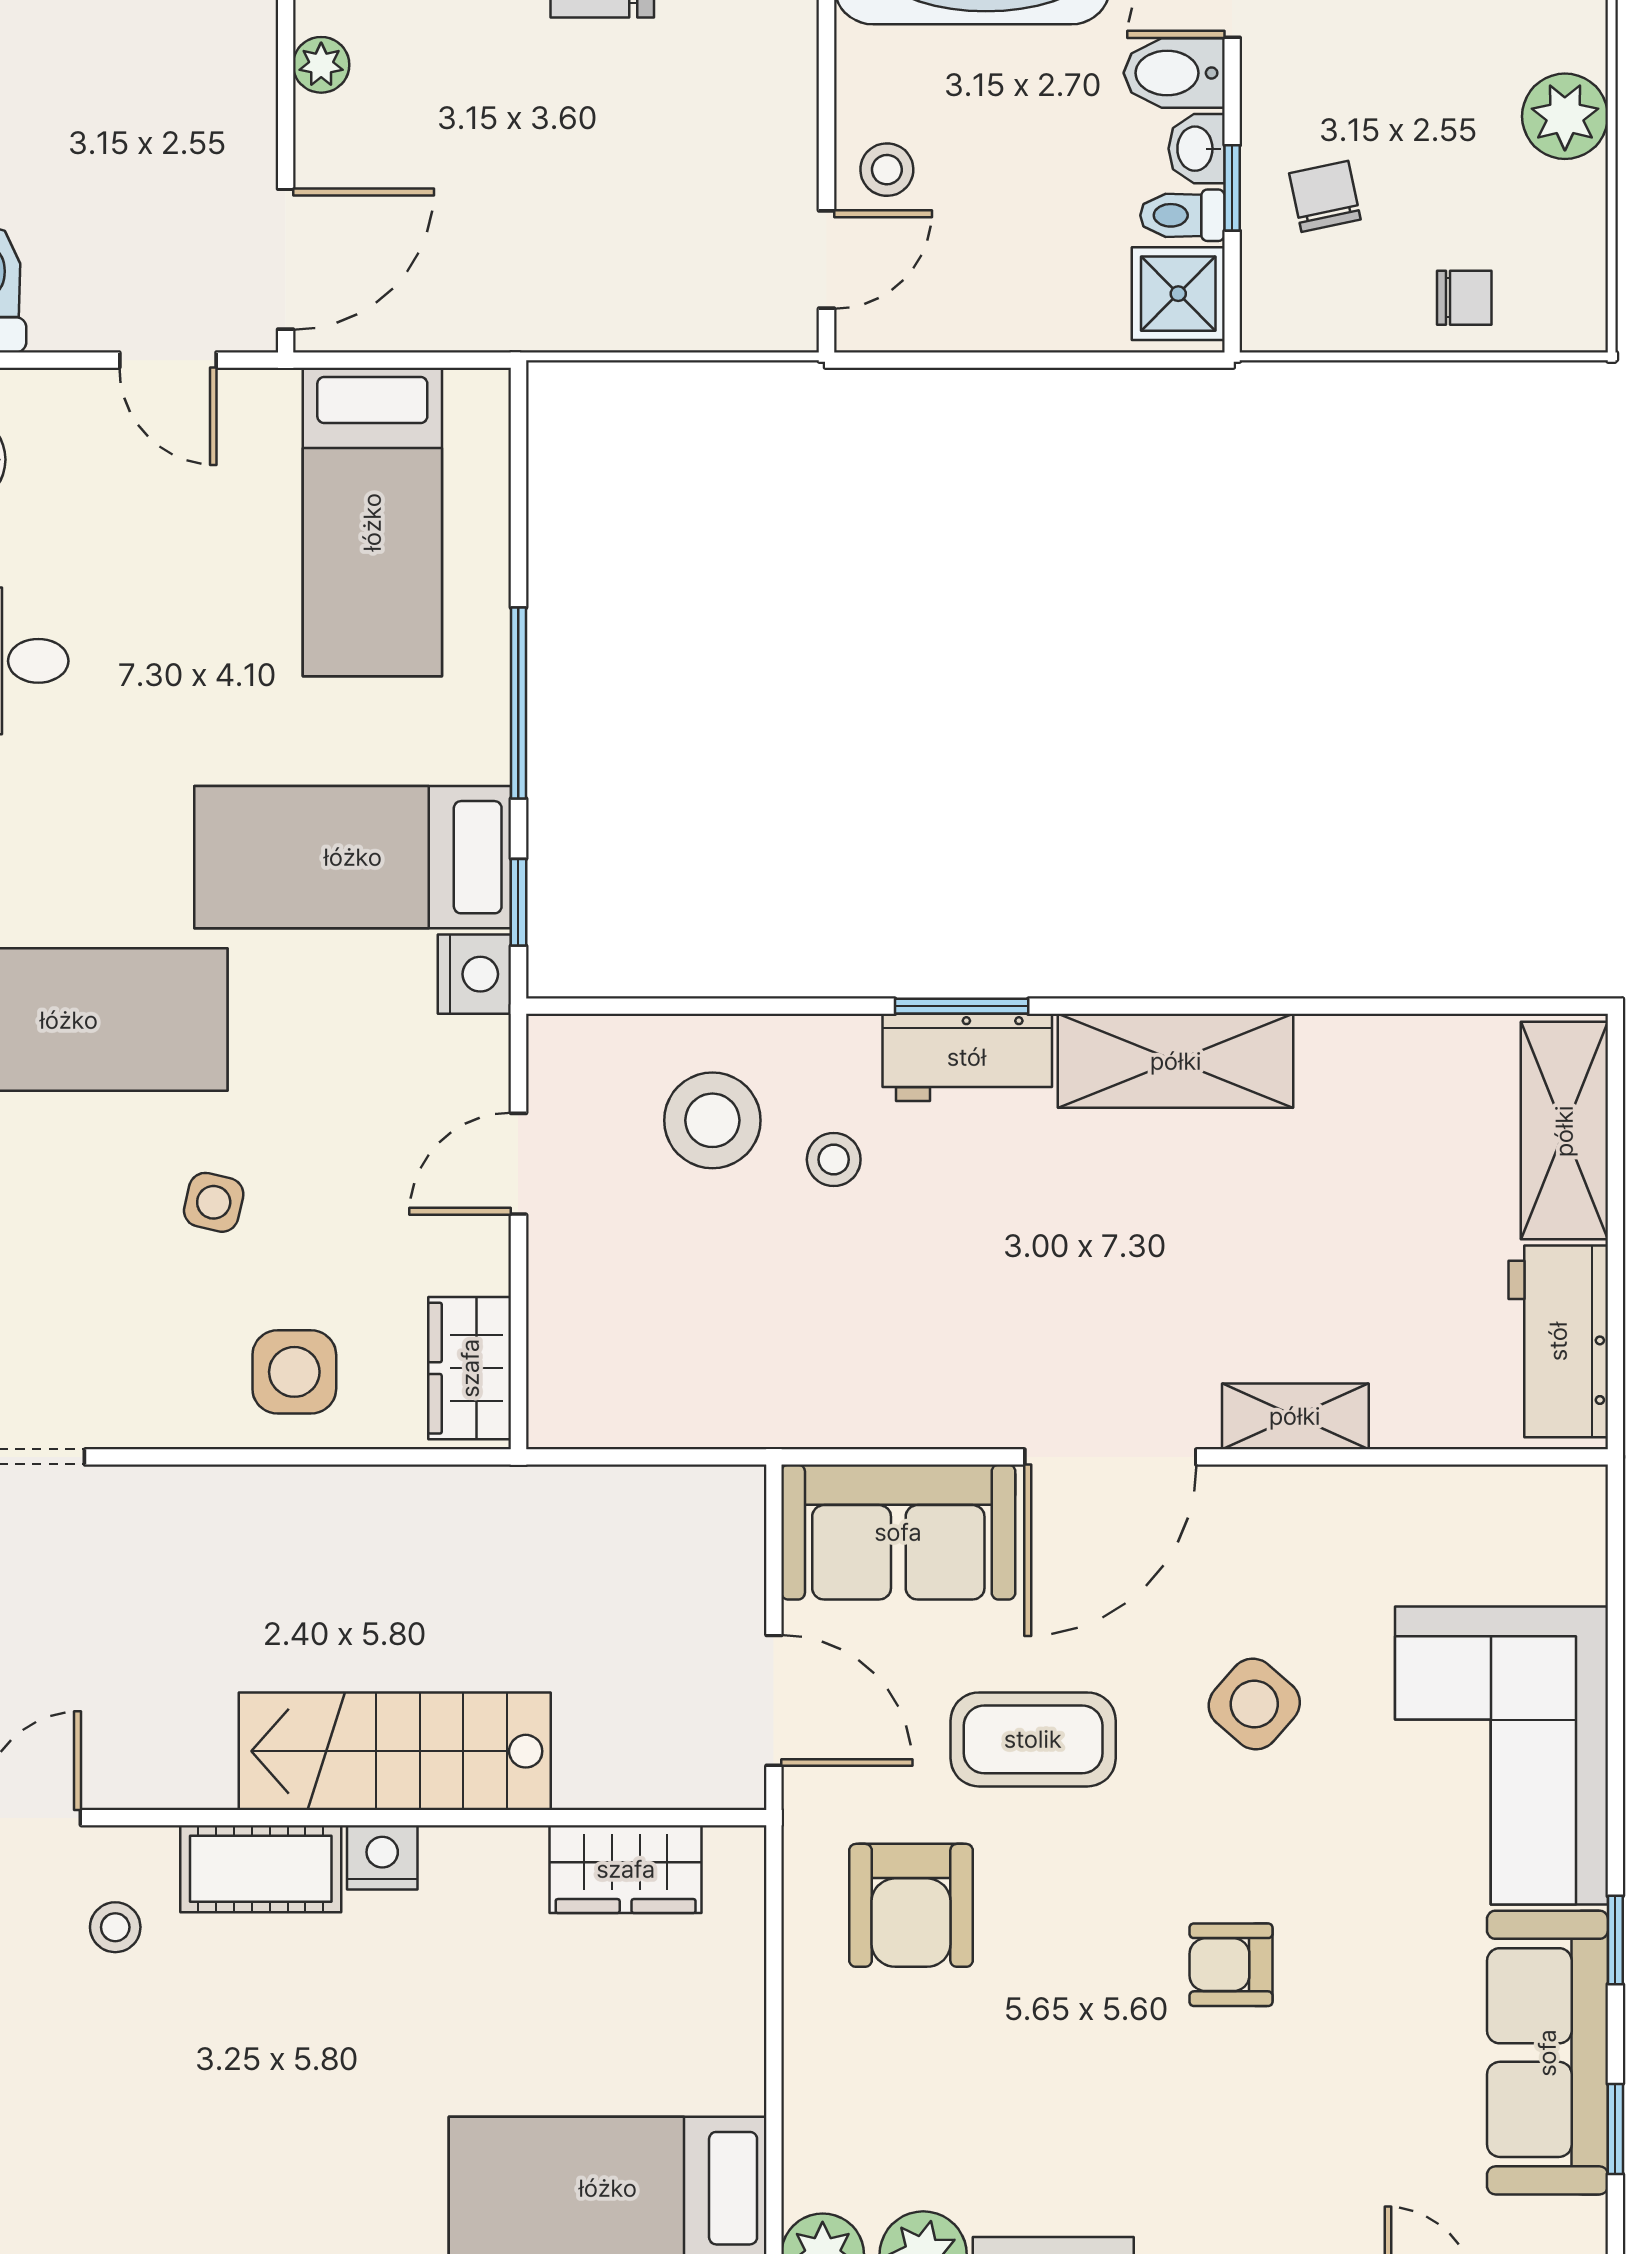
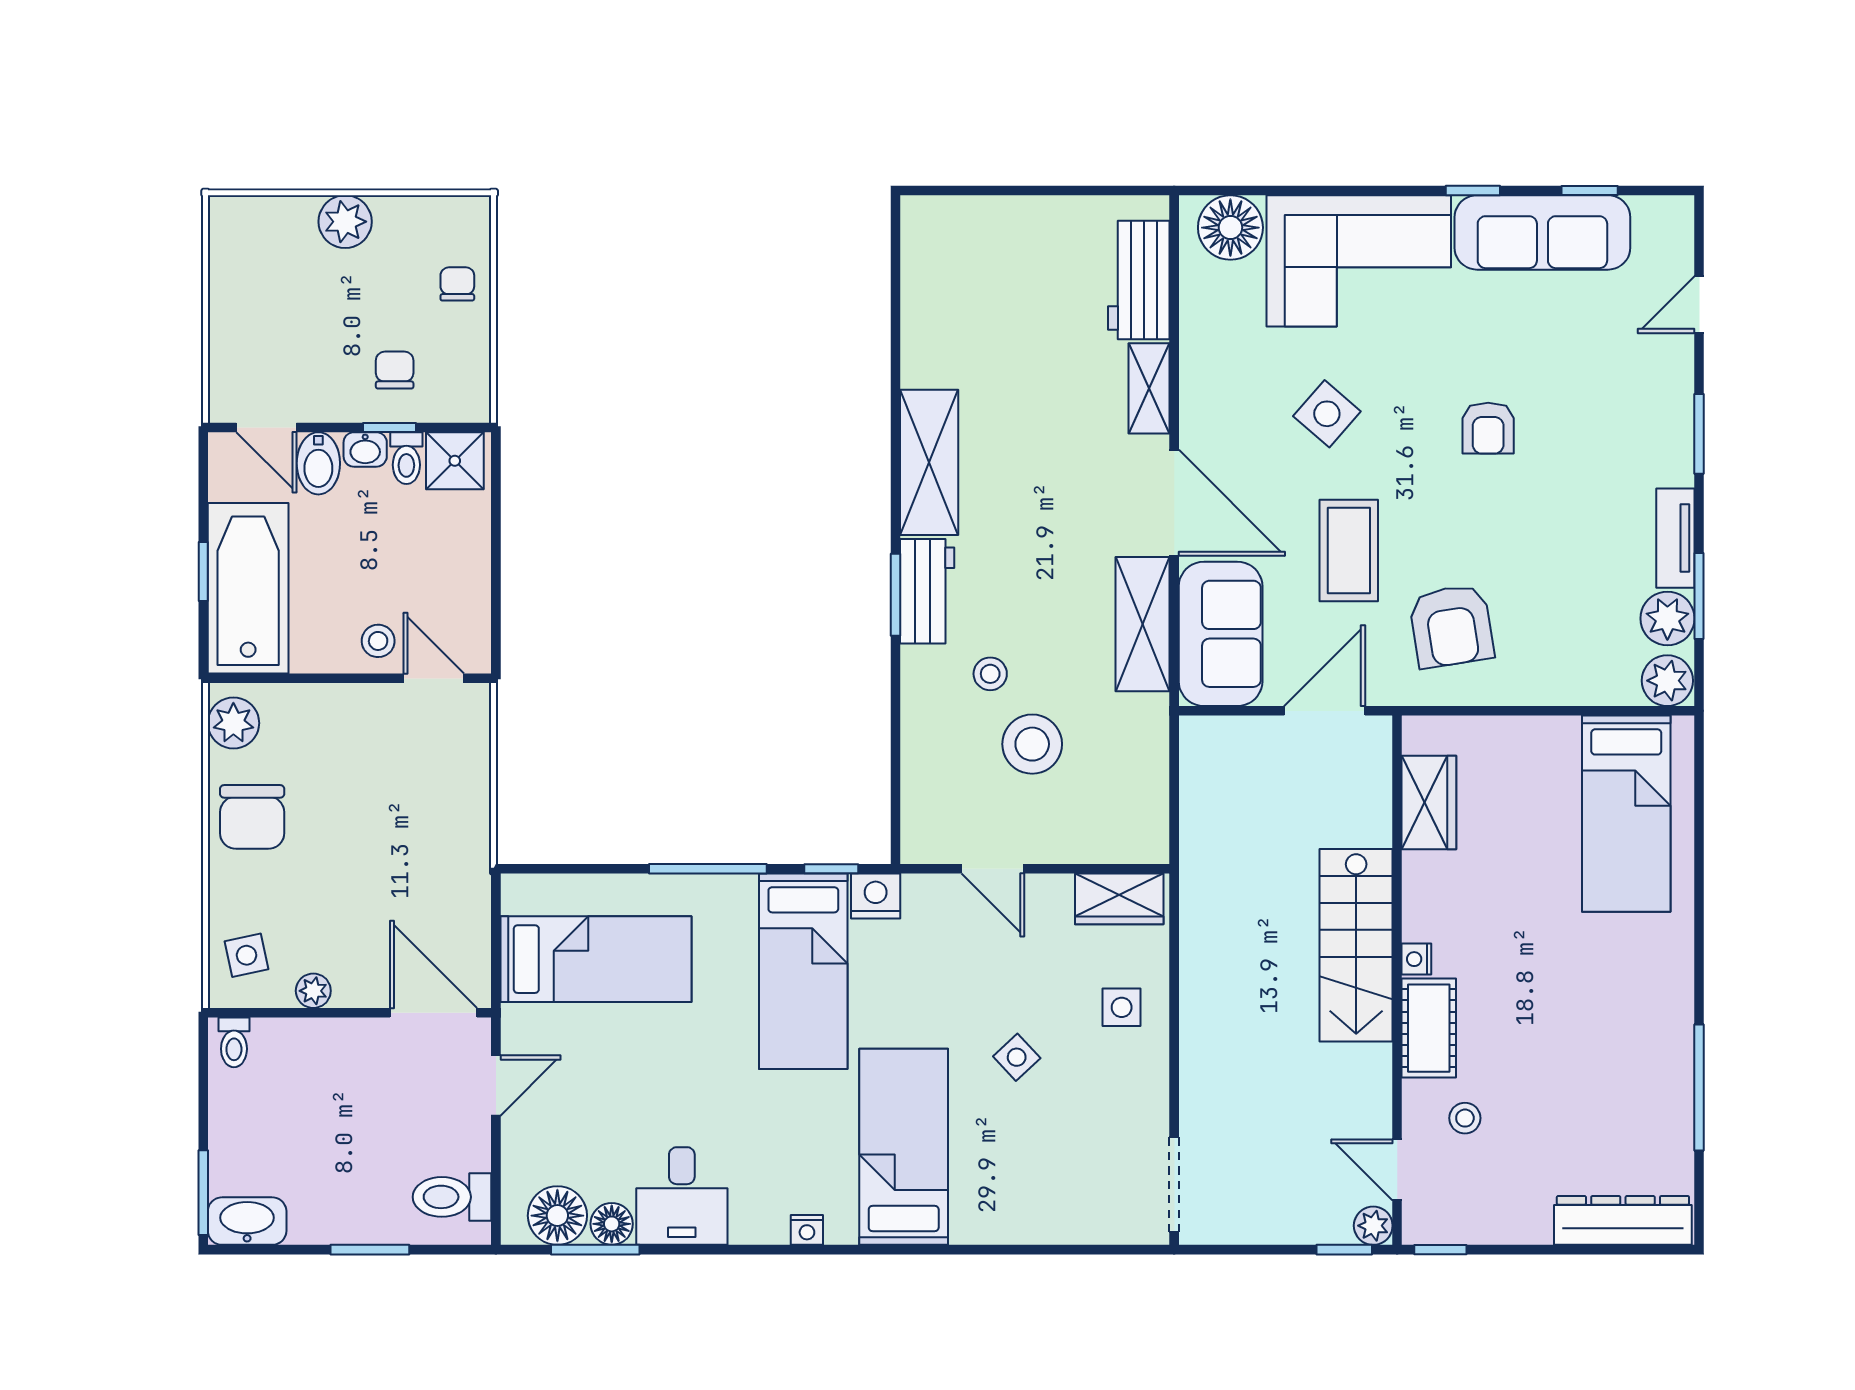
chair: (1325, 196) -> (395, 370), turned 102
stool: (712, 1120) -> (1032, 744), moved
shelving: (1564, 1131) -> (1143, 624), moved, turned 90
side table: (214, 1202) -> (1017, 1057), turned 34
workbench: (1558, 1341) -> (1139, 280), moved, turned 90
side table: (294, 1372) -> (1122, 1007), width x0.73, depth x0.73
floor lamp: (1555, 1548) -> (1230, 228), added
nightstand: (382, 1857) -> (1416, 959), width x0.72, depth x0.74
armchair: (911, 1905) -> (1451, 626), turned 81

